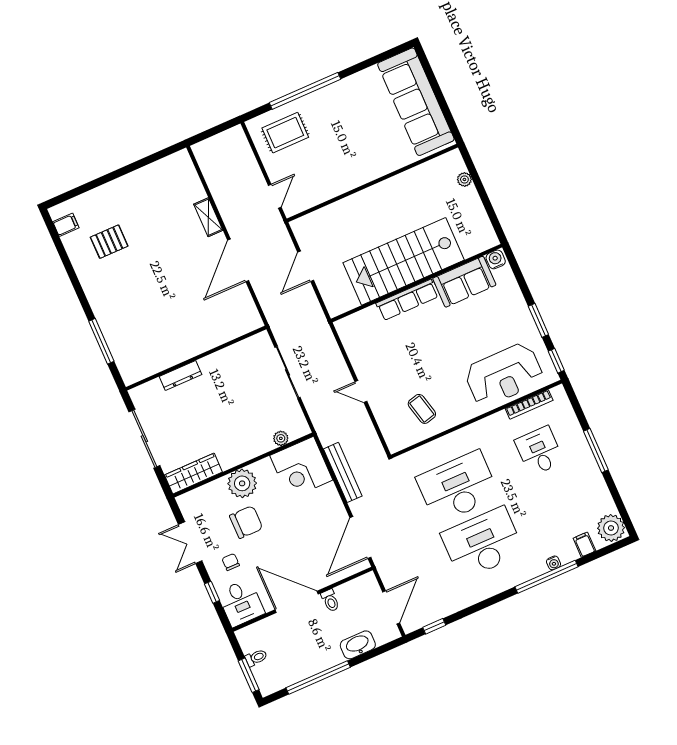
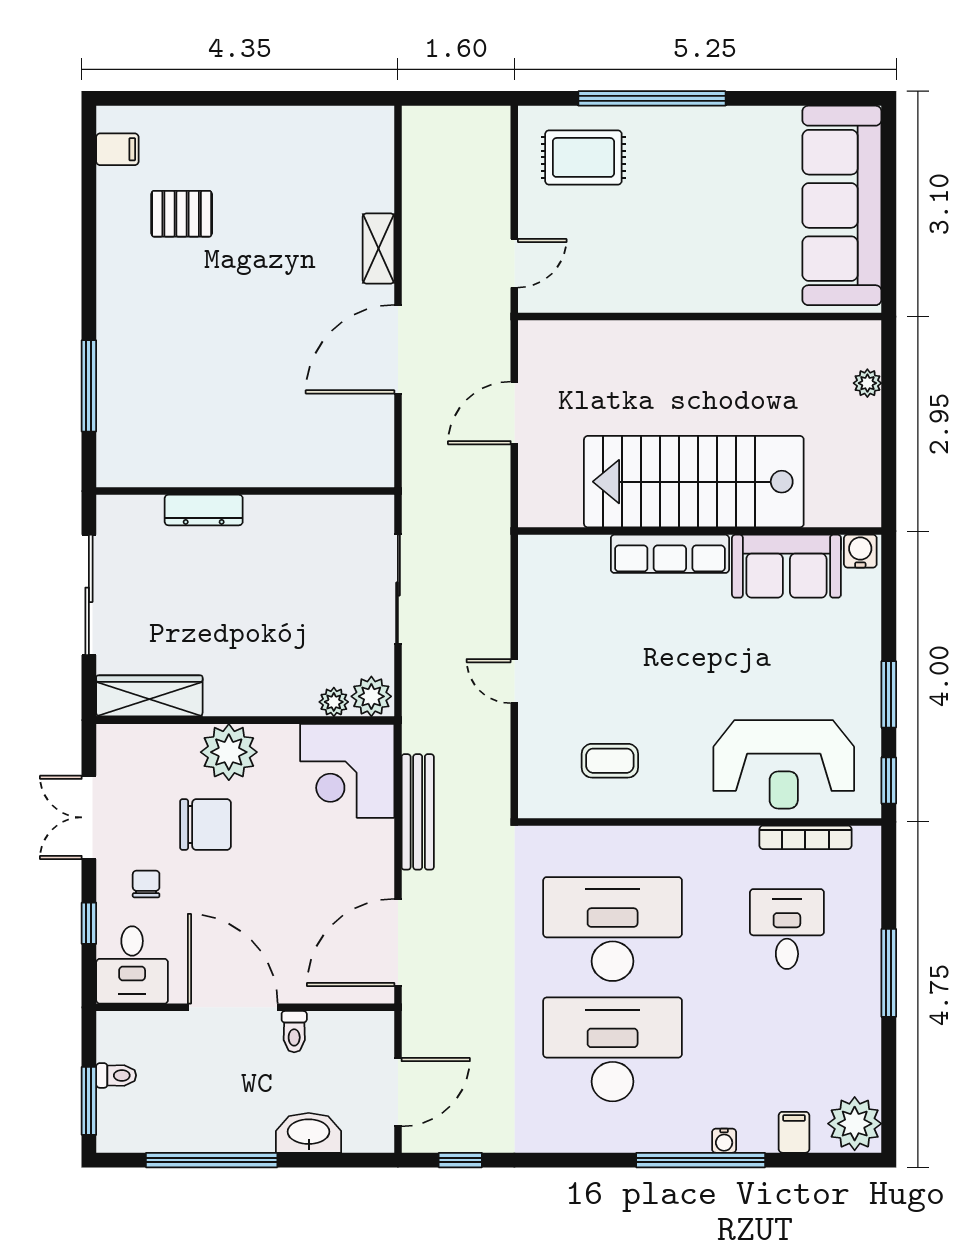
coffee table: (422, 409) -> (610, 761), turned -76
plant: (297, 428) -> (371, 696), added

